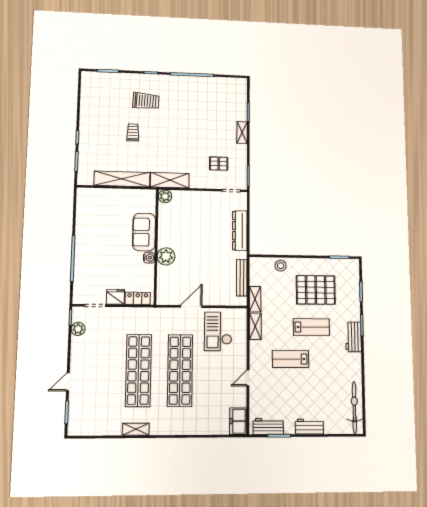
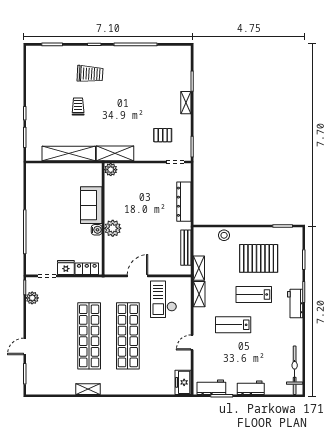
lab bench: (311, 327) -> (254, 294), turned 180

